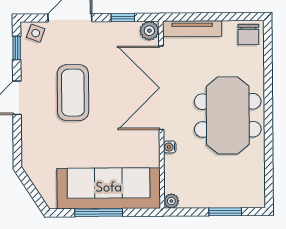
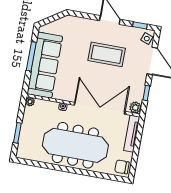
meeting table: (228, 115) -> (75, 145), width x1.36

